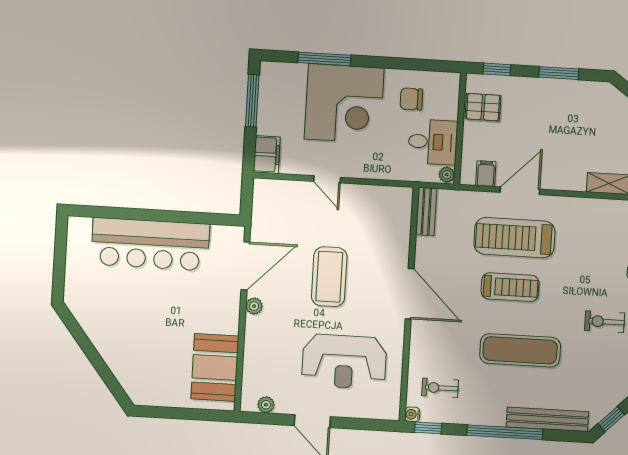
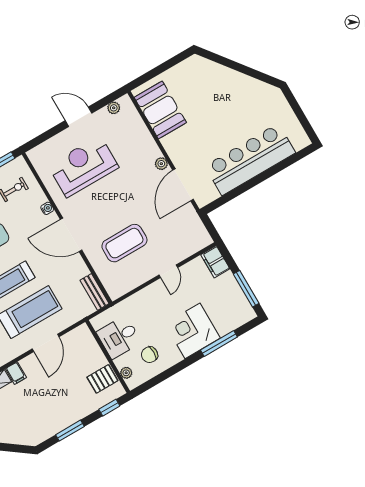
chair: (411, 99) -> (150, 355), turned 180
corner desk: (344, 104) -> (192, 331), width x0.74, depth x0.74
filing cabinet: (486, 174) -> (16, 373), moved
plant: (447, 175) -> (126, 373), moved
door: (327, 179) -> (168, 271), swing flipped
coffee table: (329, 277) -> (124, 243), moved, turned 90
water cooler: (412, 414) -> (47, 208), moved

